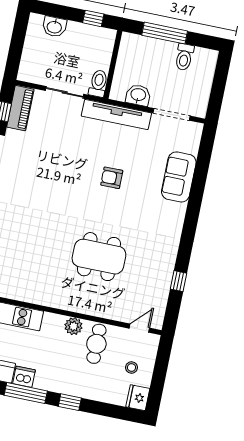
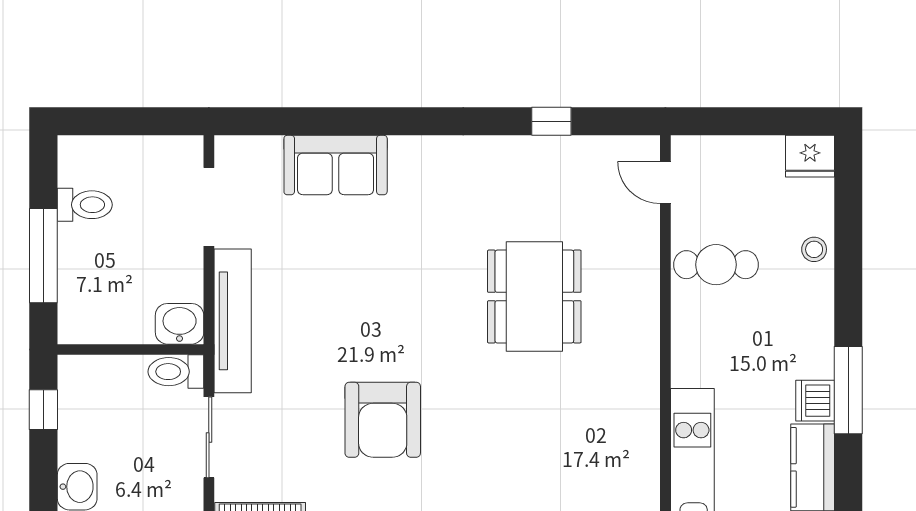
washbasin: (138, 95) -> (180, 324), moved, turned 90
armchair: (112, 178) -> (383, 420), moved, width x1.88, depth x1.88
plant: (73, 326) -> (689, 320), removed
stool: (132, 367) -> (814, 249), moved
window: (70, 402) -> (848, 295), removed

